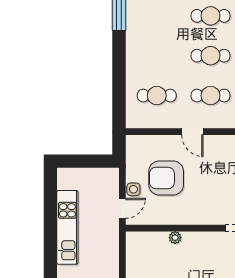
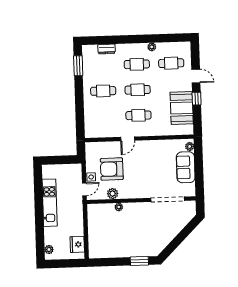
cafe table: (157, 96) -> (103, 91), moved
door: (192, 132) -> (128, 139), hinge flipped
plant: (166, 216) -> (113, 194), added

